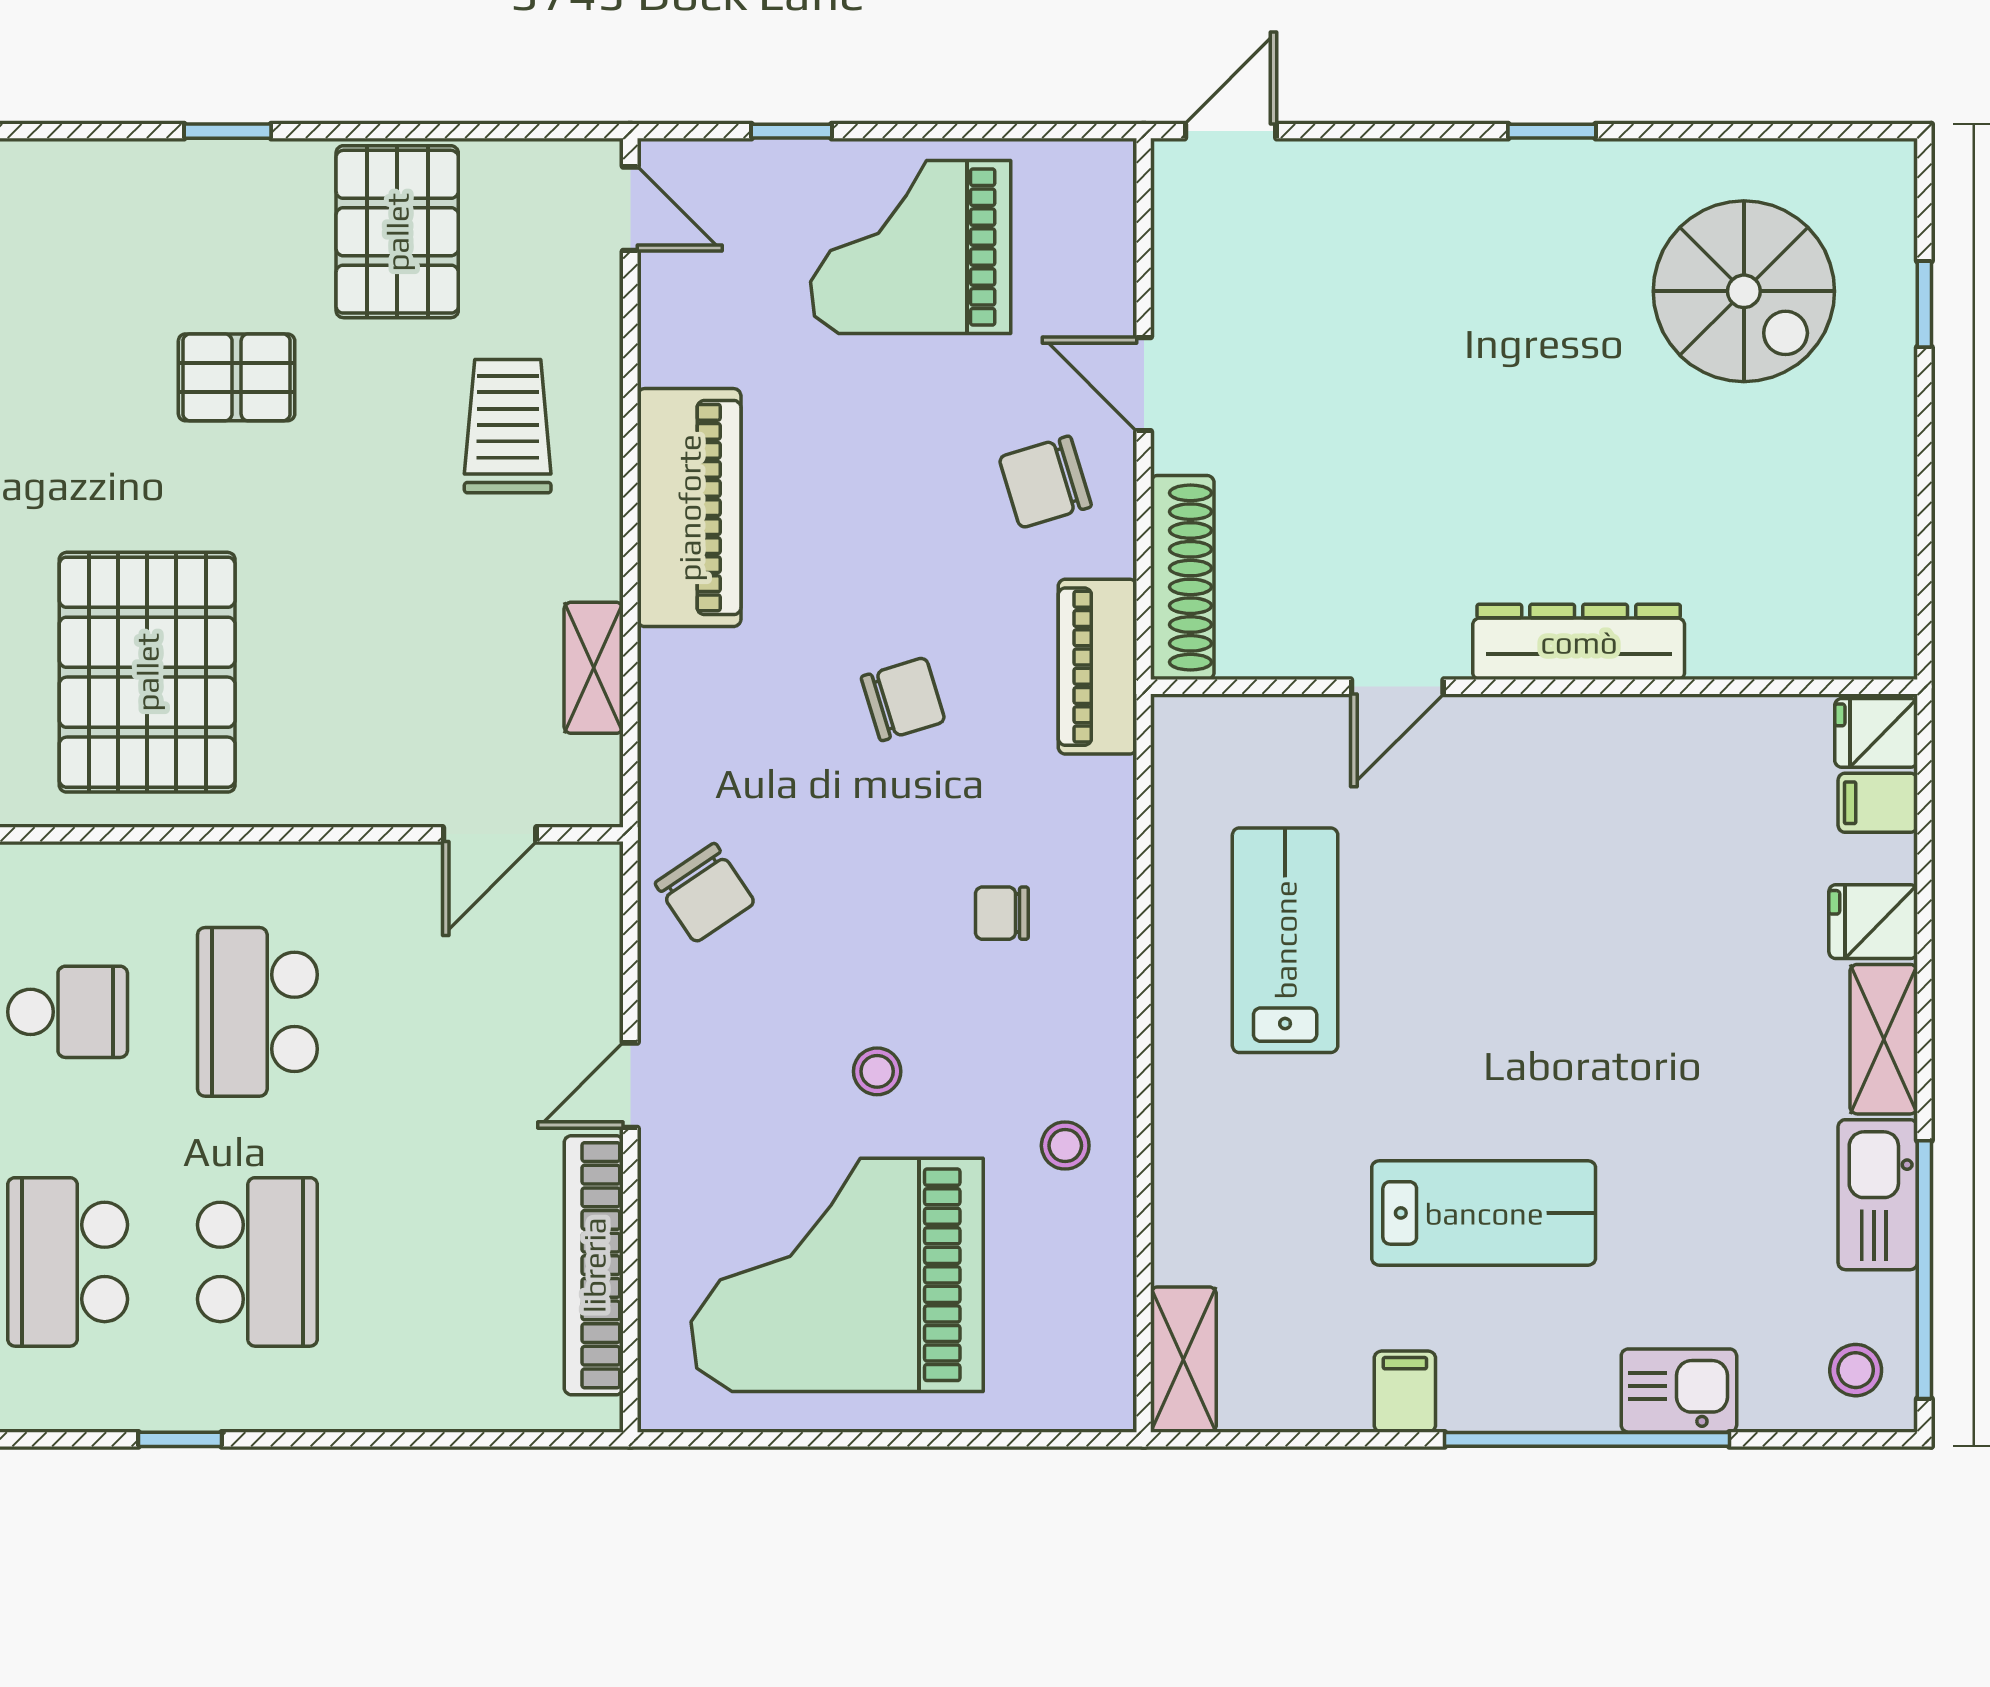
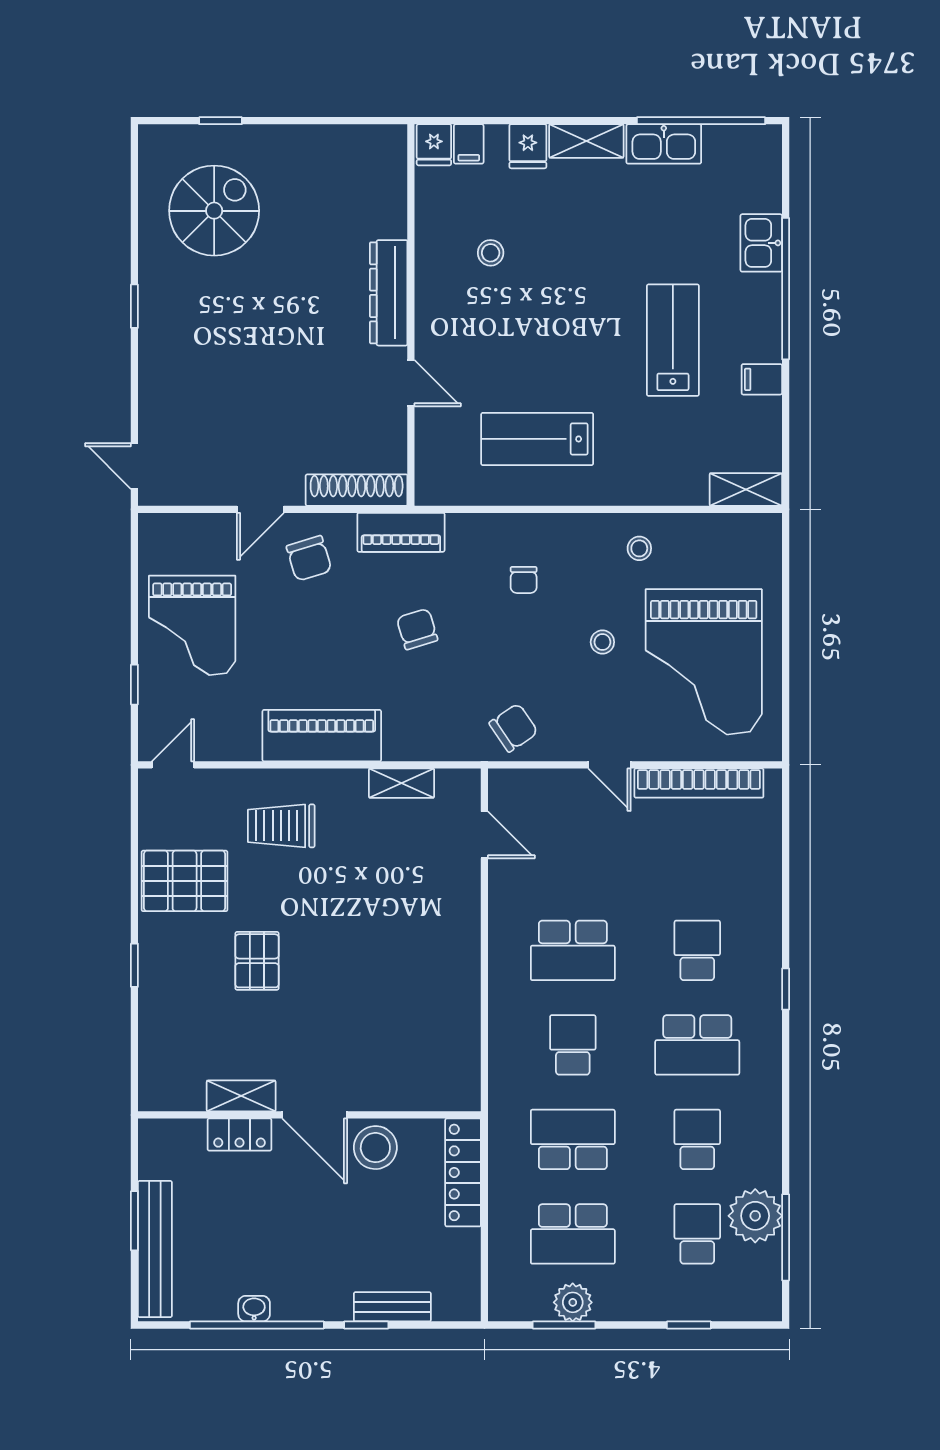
pallet: (147, 672) -> (404, 1005), removed
school desk: (257, 1262) -> (697, 950), width x0.54
stool: (1856, 1370) -> (491, 253), moved

